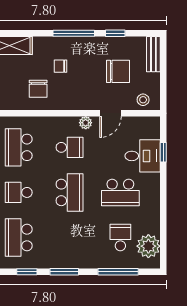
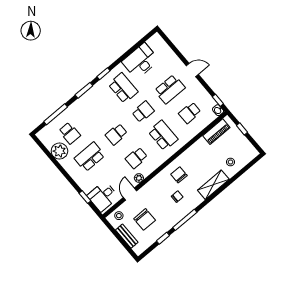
bench: (153, 54) -> (127, 236), moved
chair: (118, 71) -> (145, 219), turned -90
desk: (143, 156) -> (103, 196), moved
school desk: (70, 192) -> (116, 134), width x0.54
plant: (148, 246) -> (59, 151), moved

